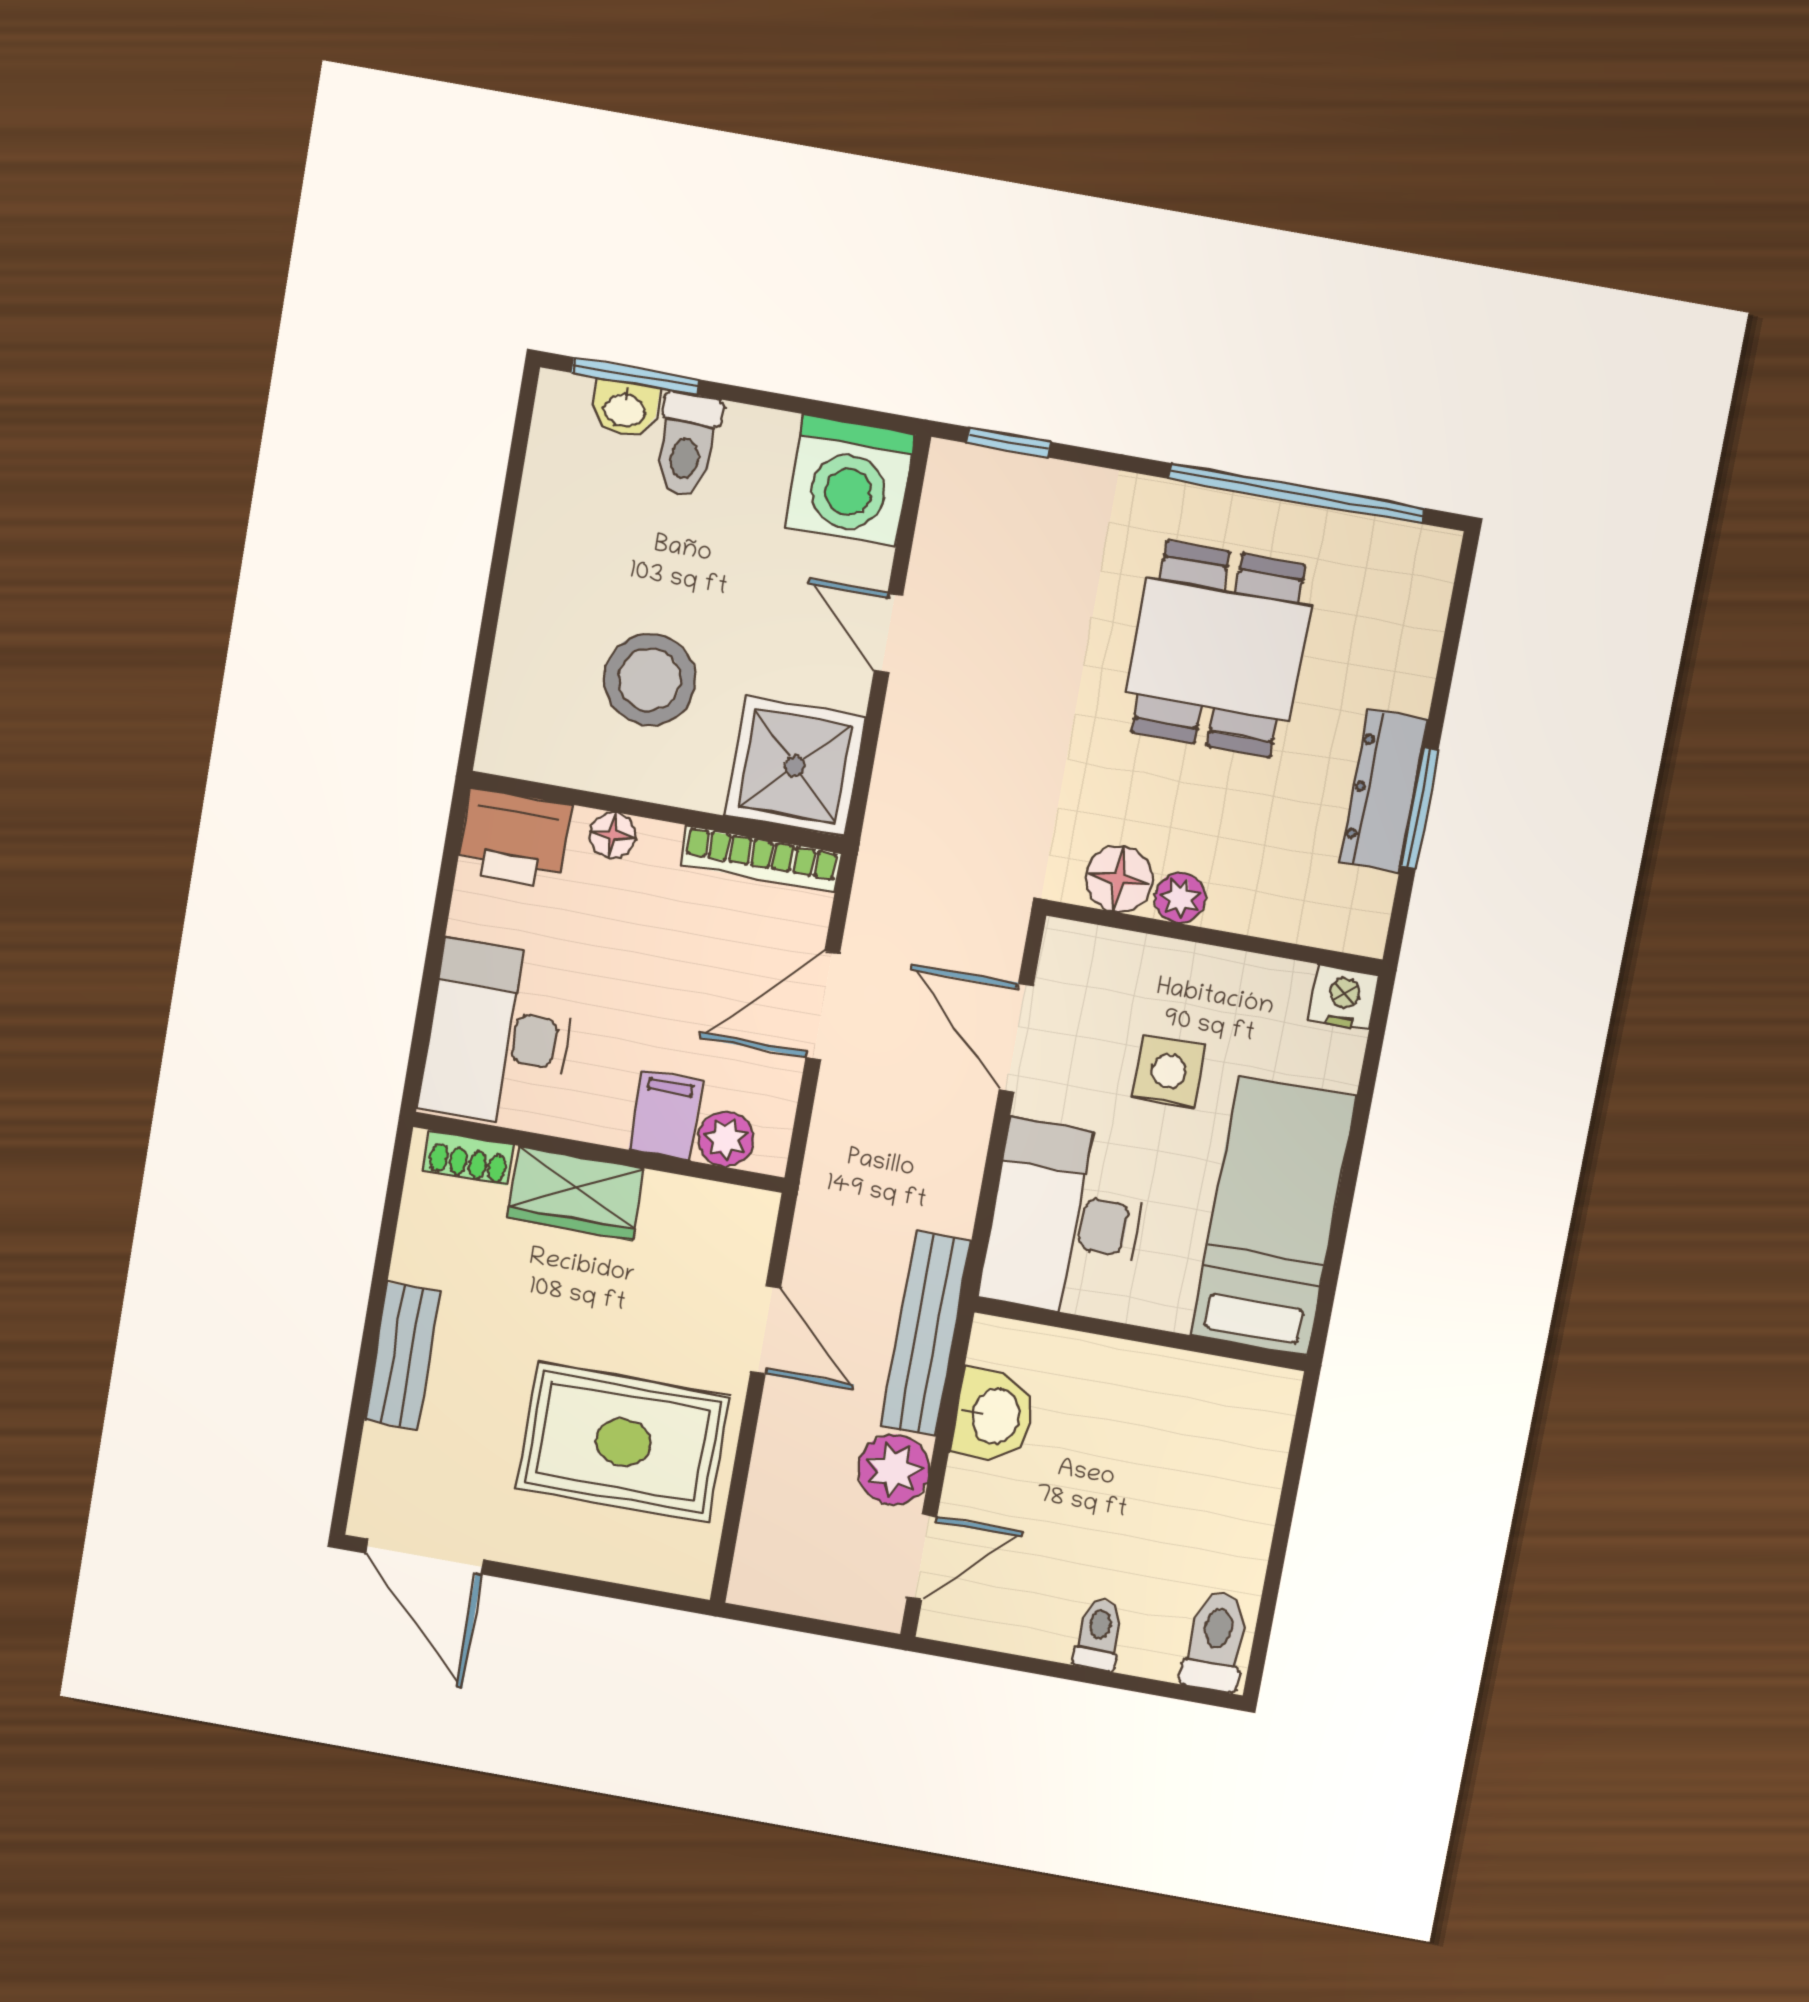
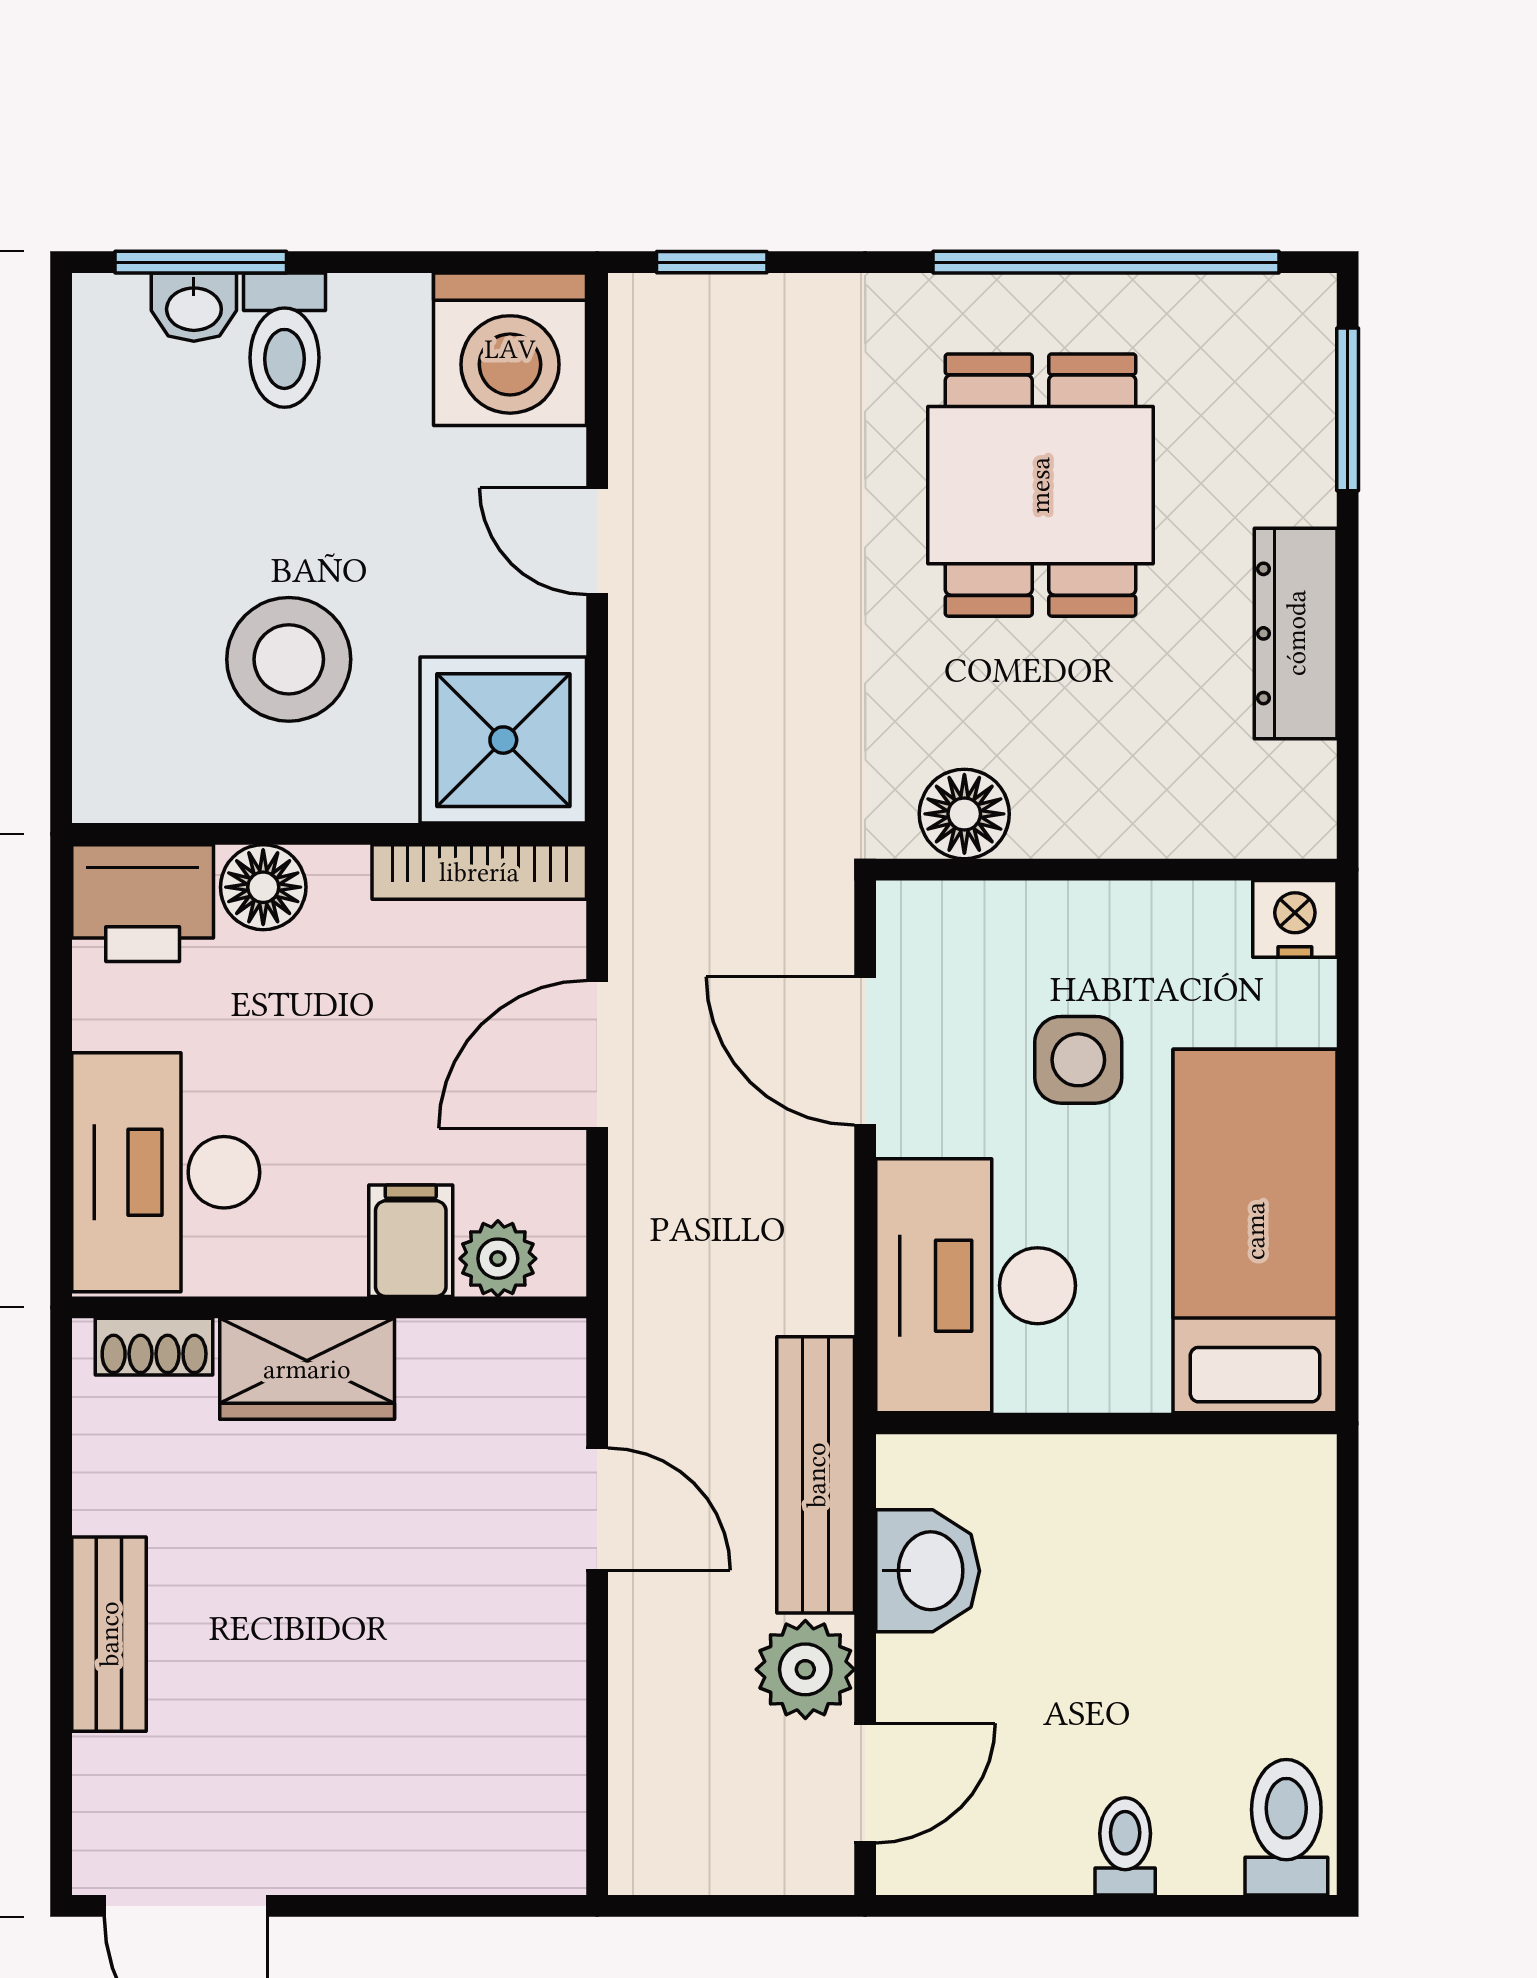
window: (1419, 808) -> (1348, 409), moved
floor lamp: (613, 835) -> (263, 887), width x1.37, depth x1.37
plant: (1180, 898) -> (1050, 825), removed
rug: (623, 1442) -> (430, 1698), removed

